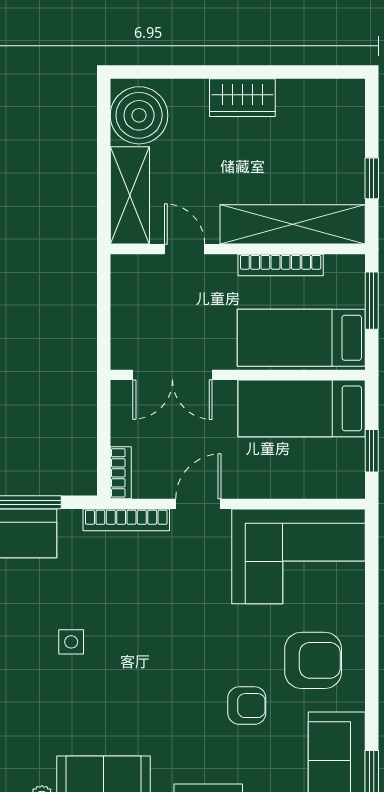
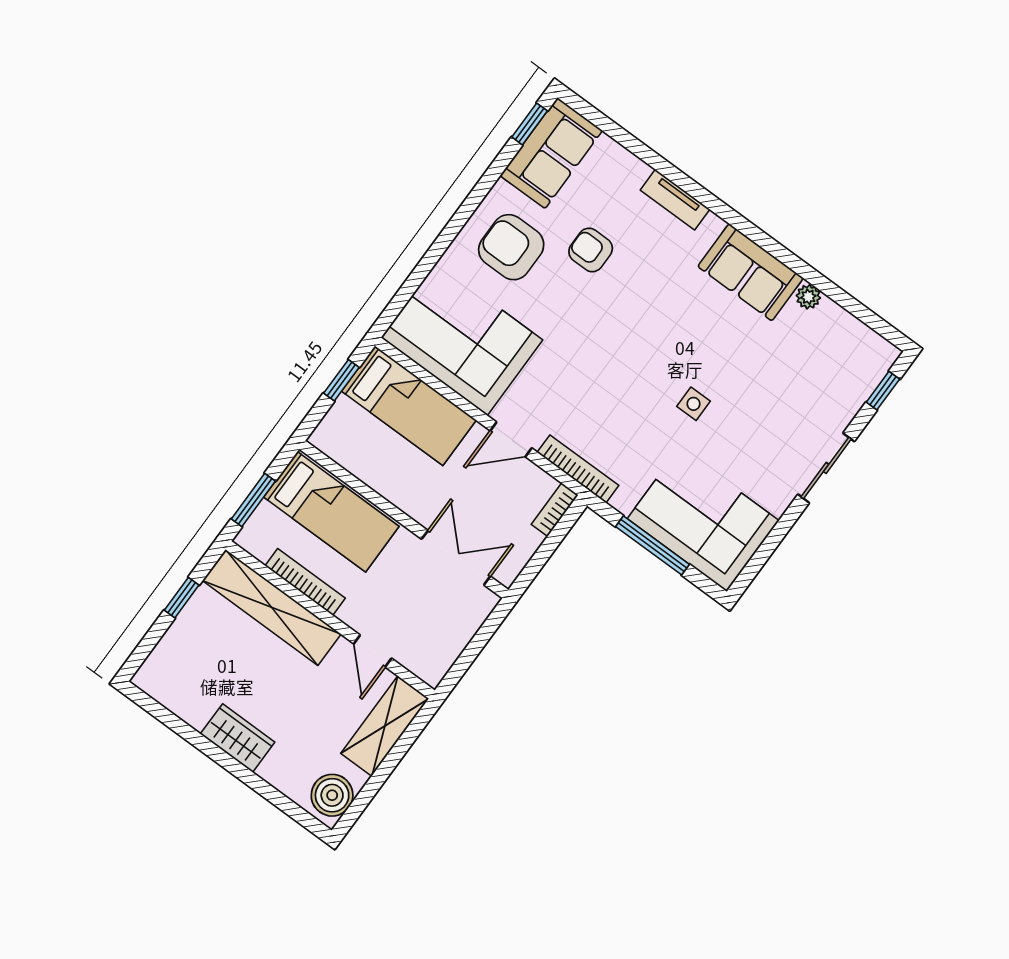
boiler: (139, 115) -> (332, 795), width x0.73, depth x0.73
bed: (302, 408) -> (409, 406), moved

